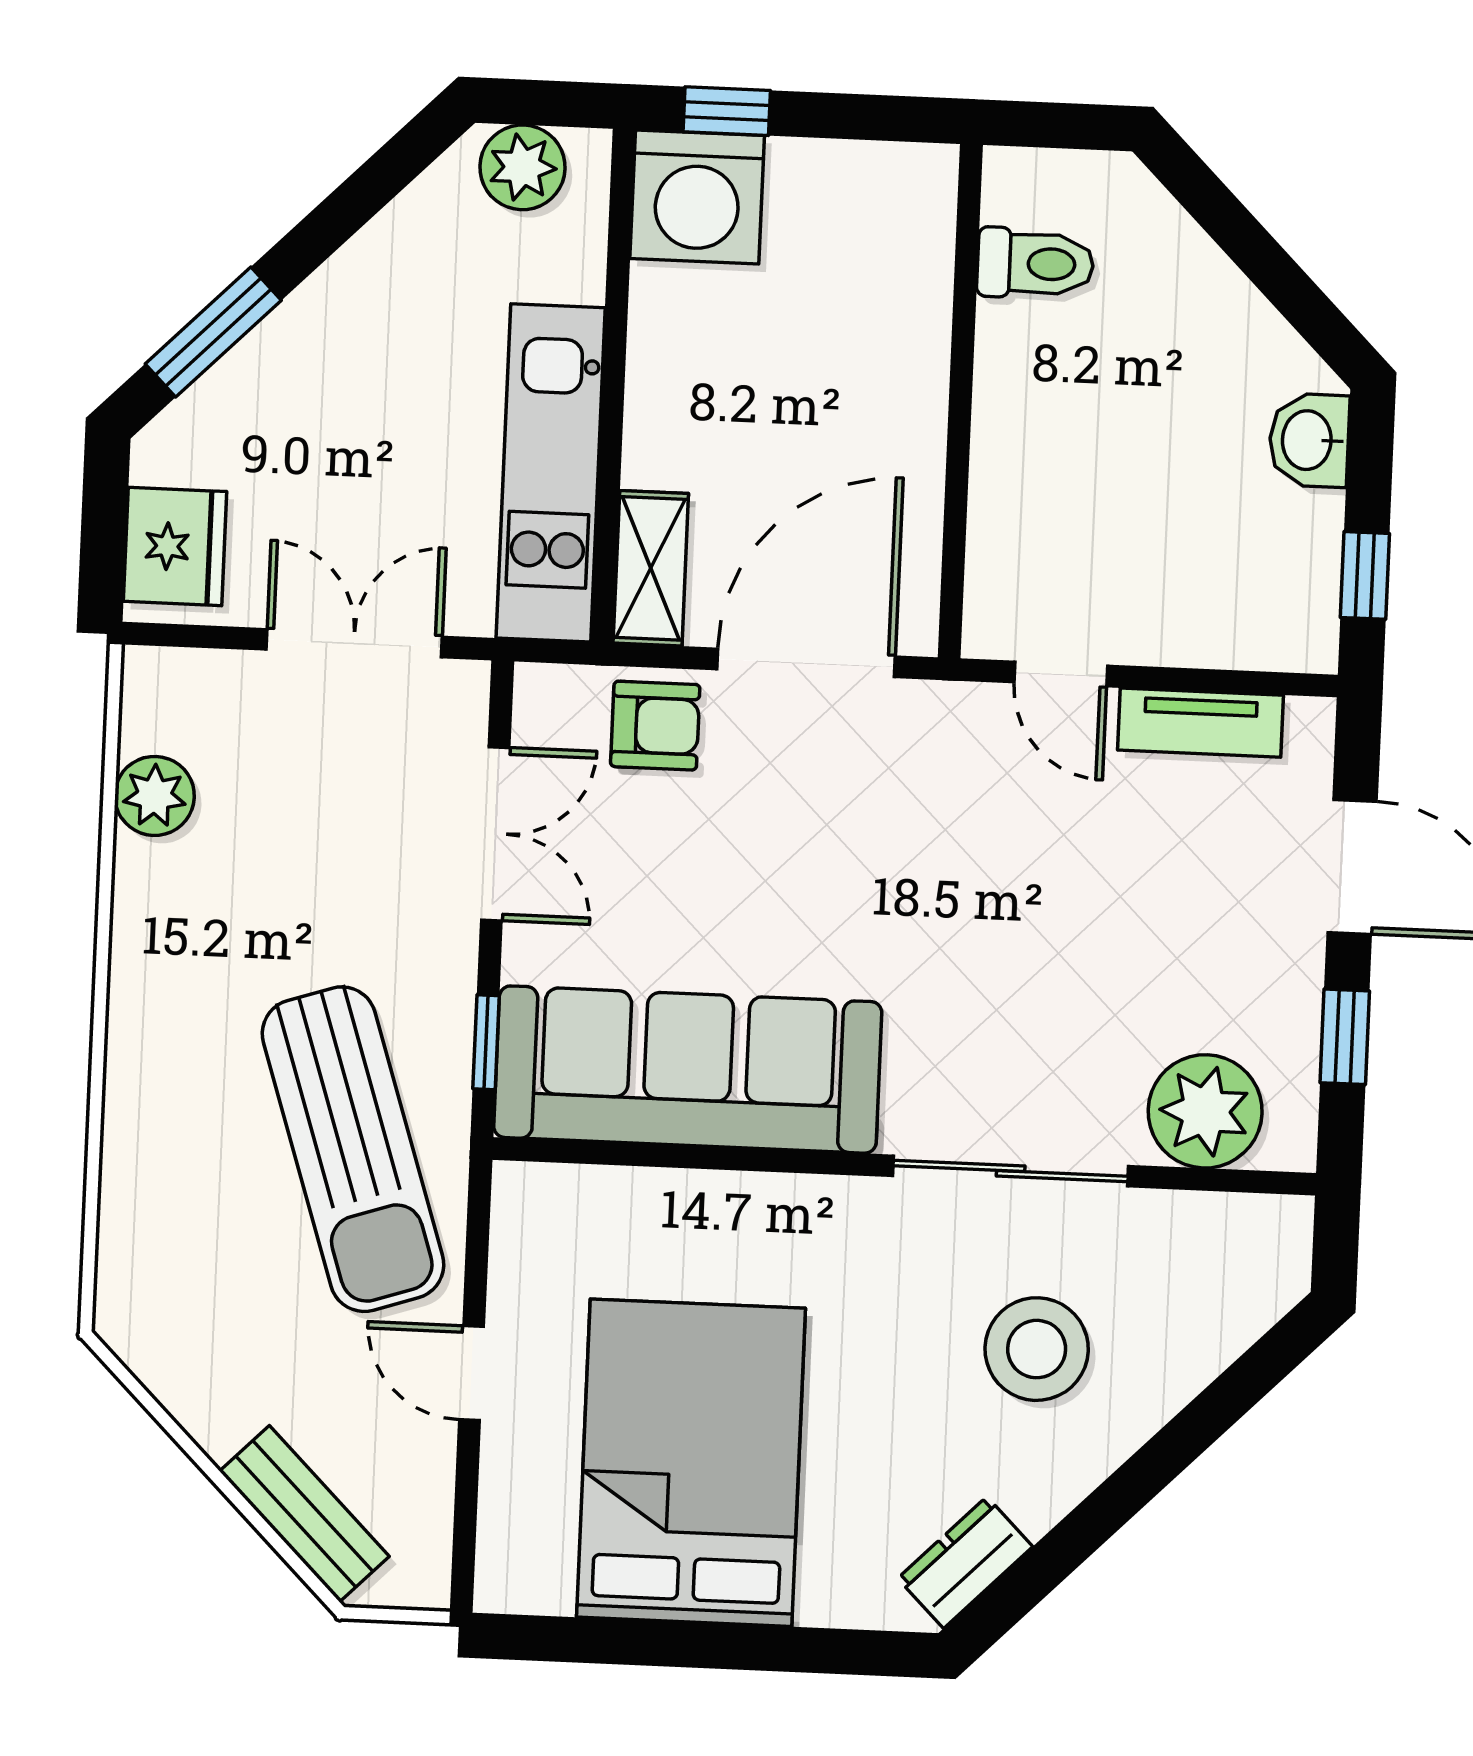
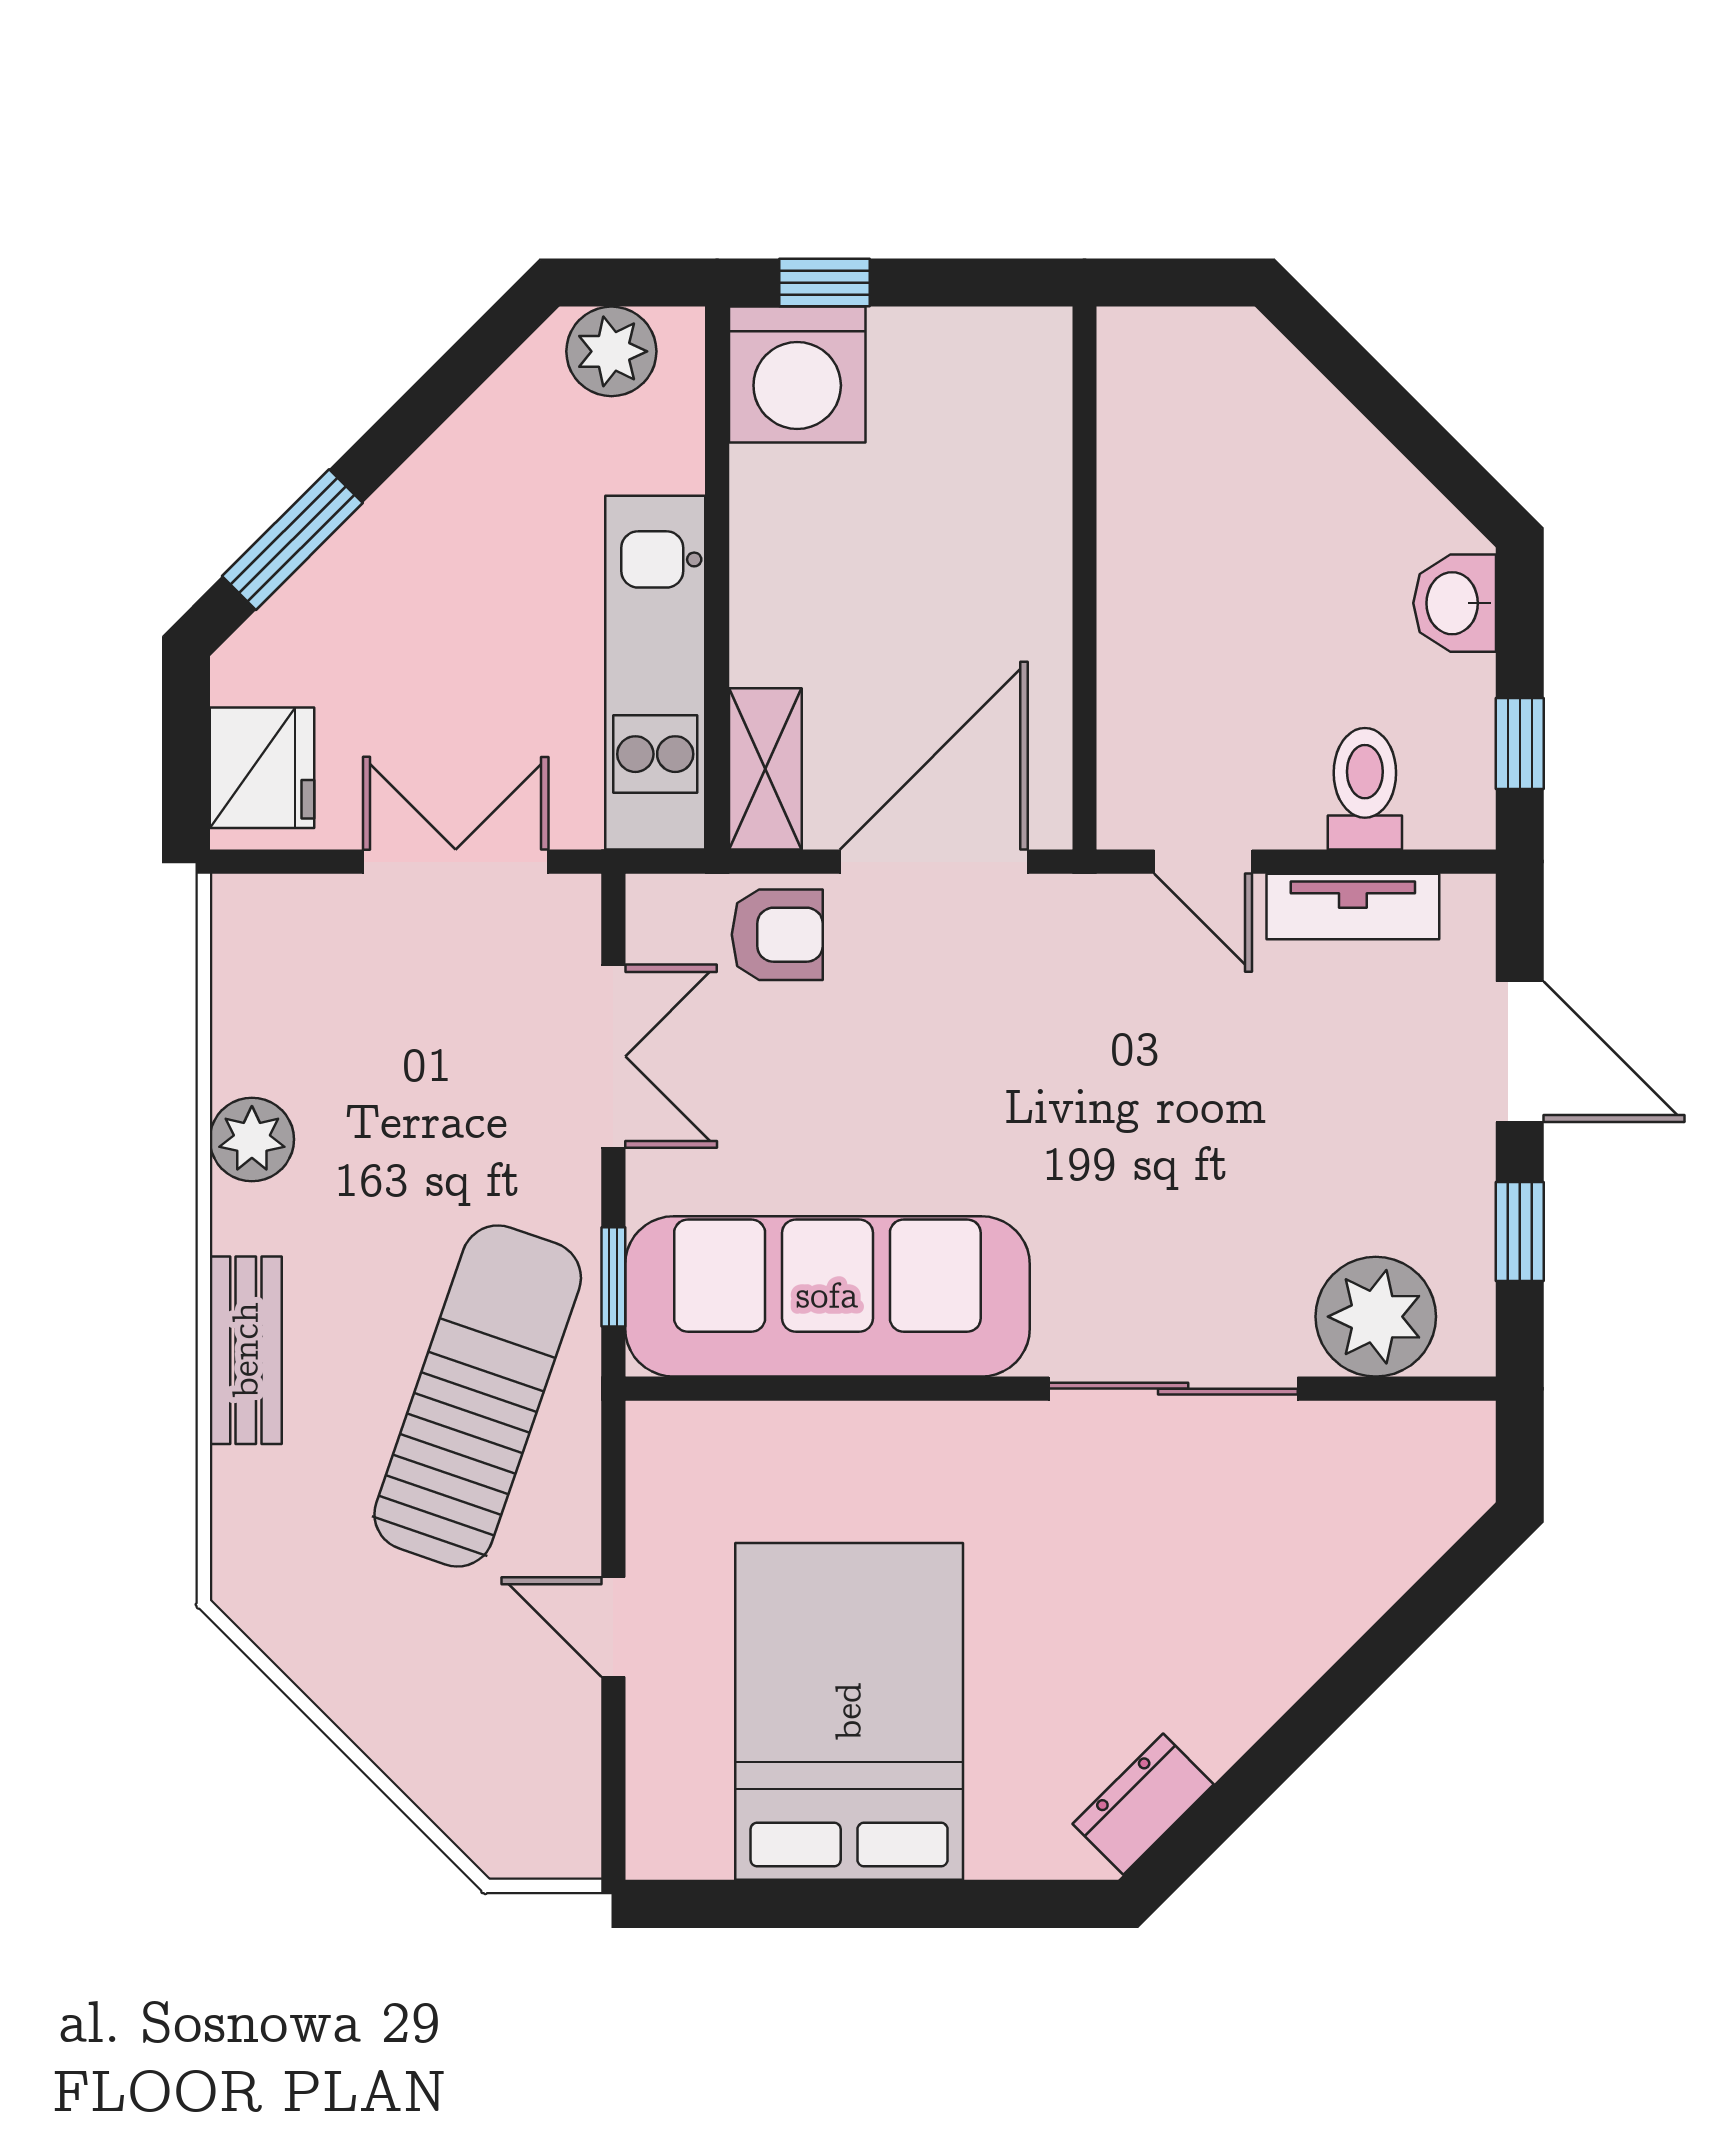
toilet: (1035, 264) -> (1365, 789), moved, turned -90
plant: (155, 796) -> (252, 1139), moved
sun lounger: (353, 1149) -> (478, 1396), turned -143
stool: (1037, 1349) -> (1209, 1576), removed
bench: (304, 1514) -> (246, 1350), moved, turned 45

